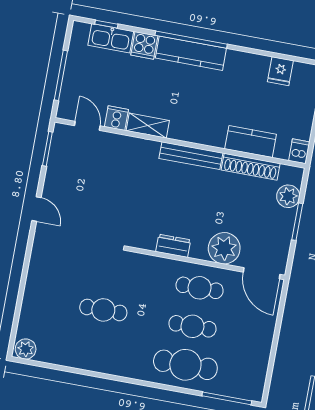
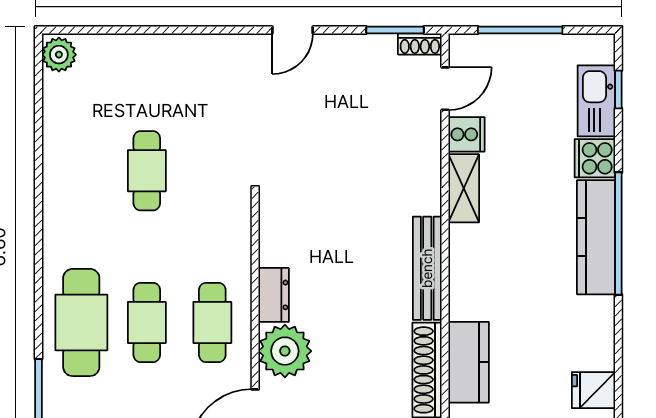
shoe rack: (58, 136) -> (420, 44), added
dresser: (173, 246) -> (274, 295), moved

